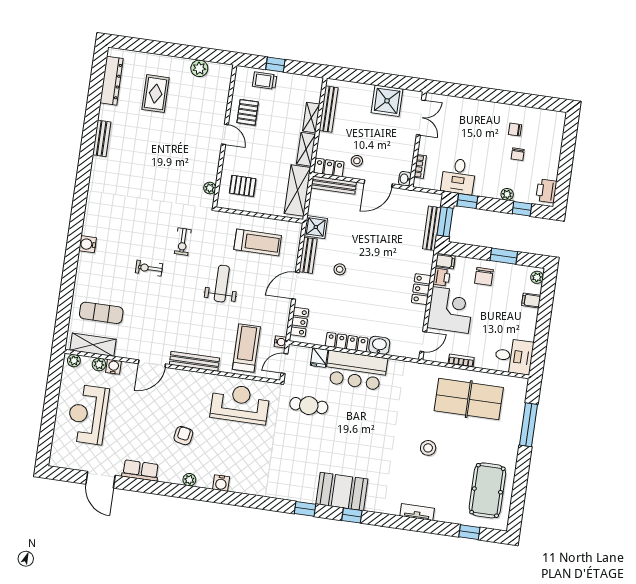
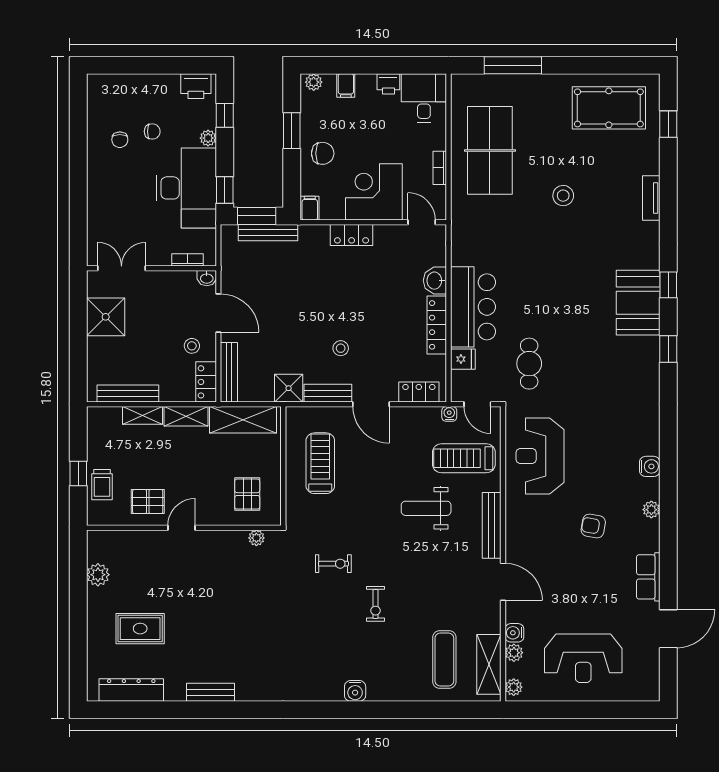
desk: (458, 176) -> (186, 188), width x1.87, depth x1.30
printer: (442, 277) -> (388, 84), moved, turned 180
weight bench: (222, 284) -> (426, 508), moved

